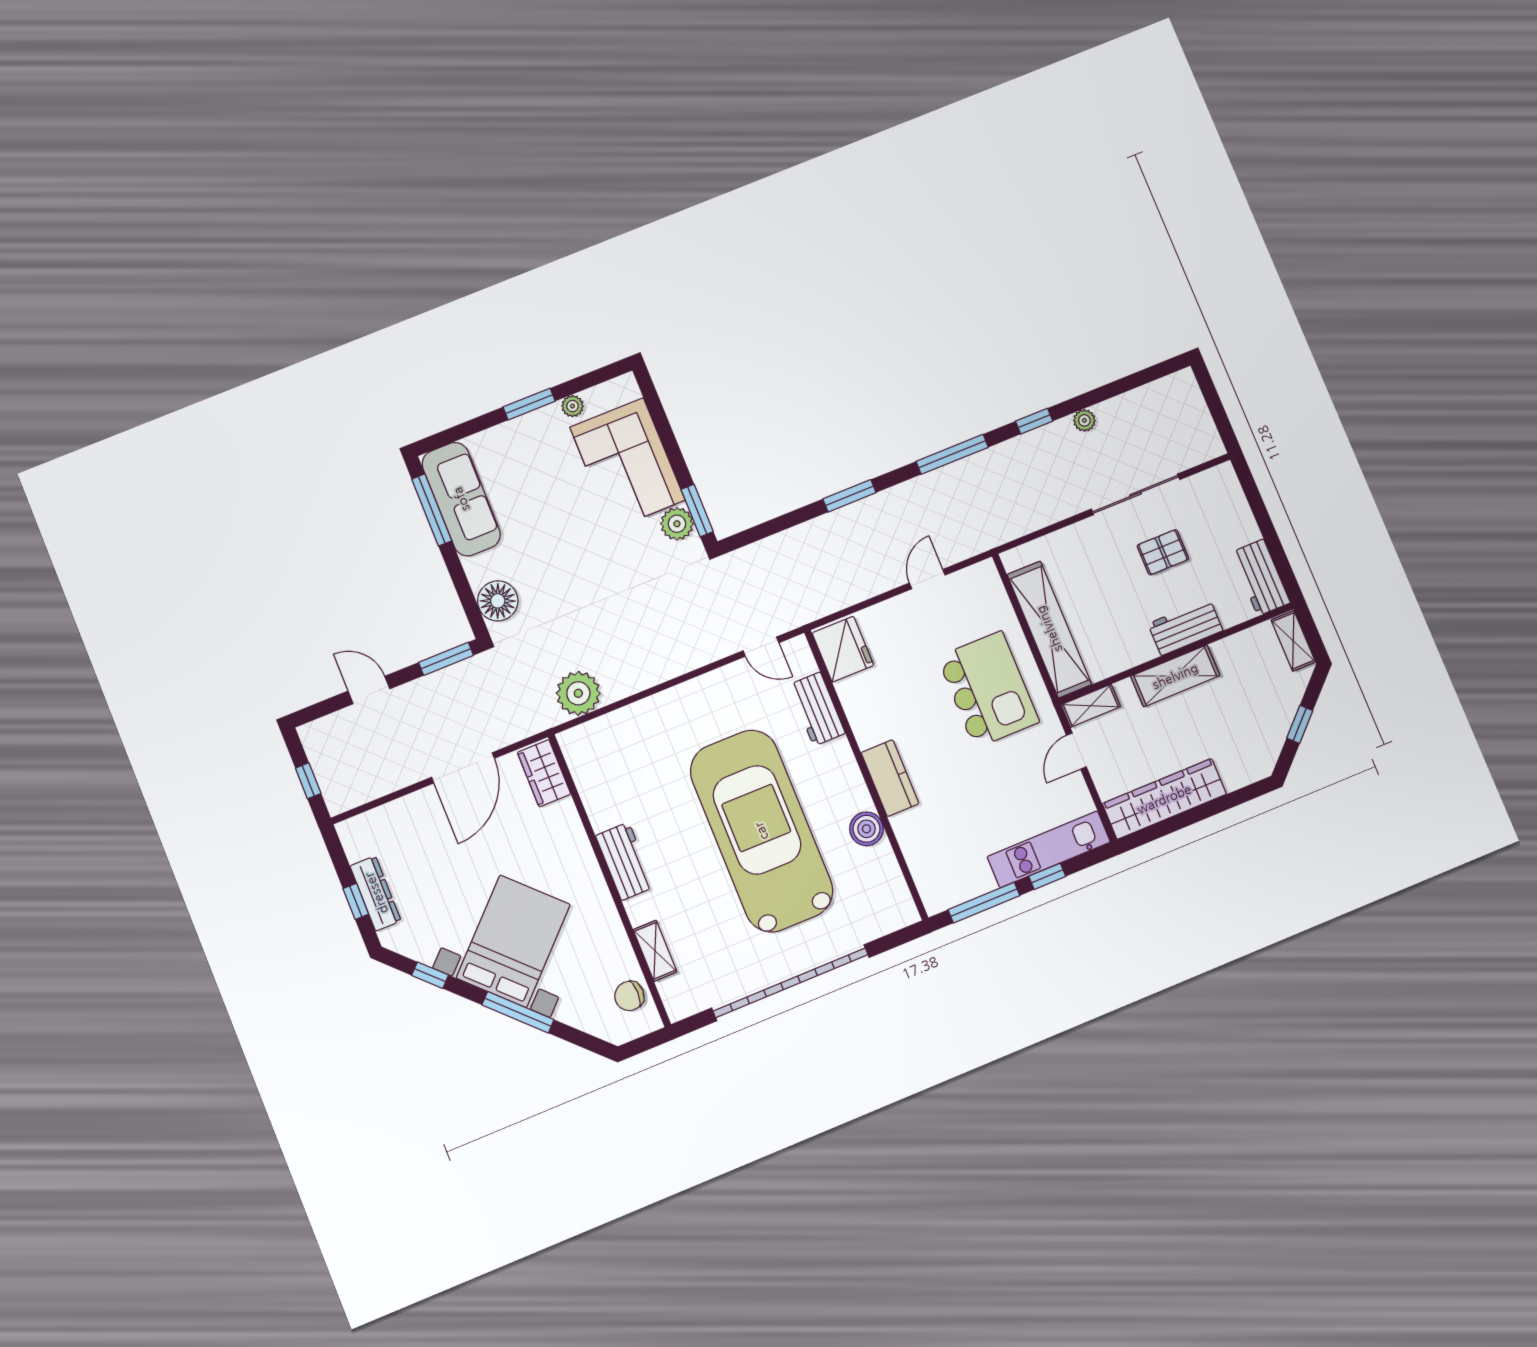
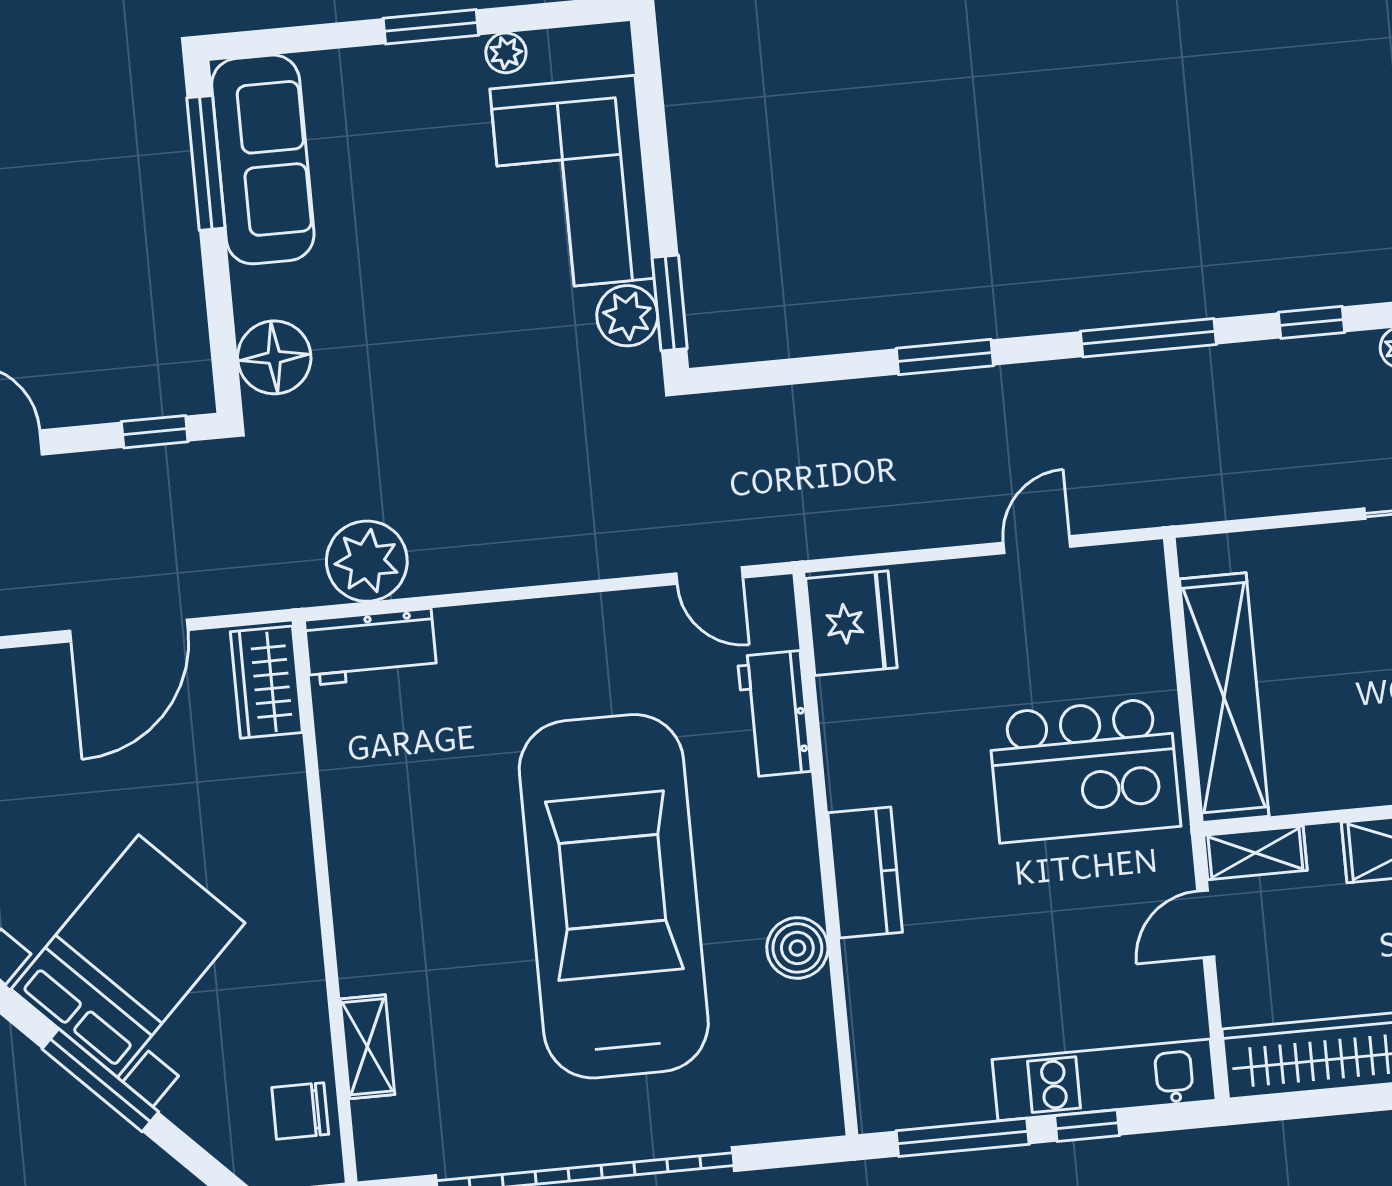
window: (446, 659) -> (155, 432), width x0.67
kitchen island: (988, 689) -> (1084, 770), turned 90
workbench: (625, 861) -> (371, 647), moved, turned 90

